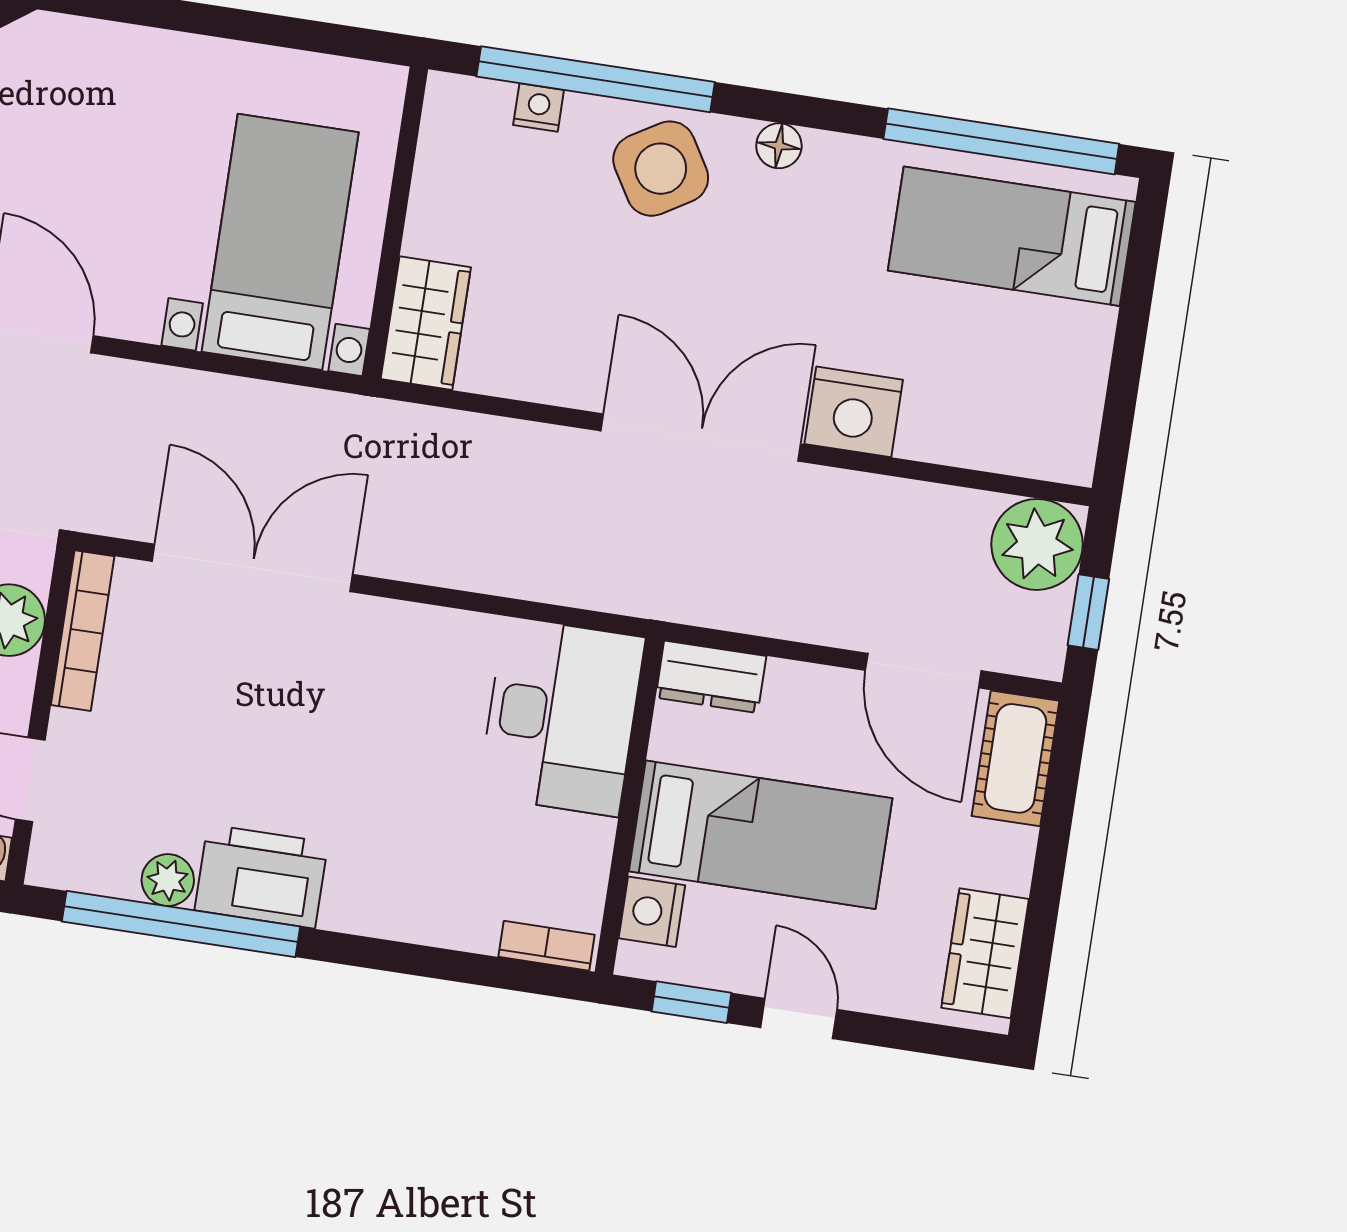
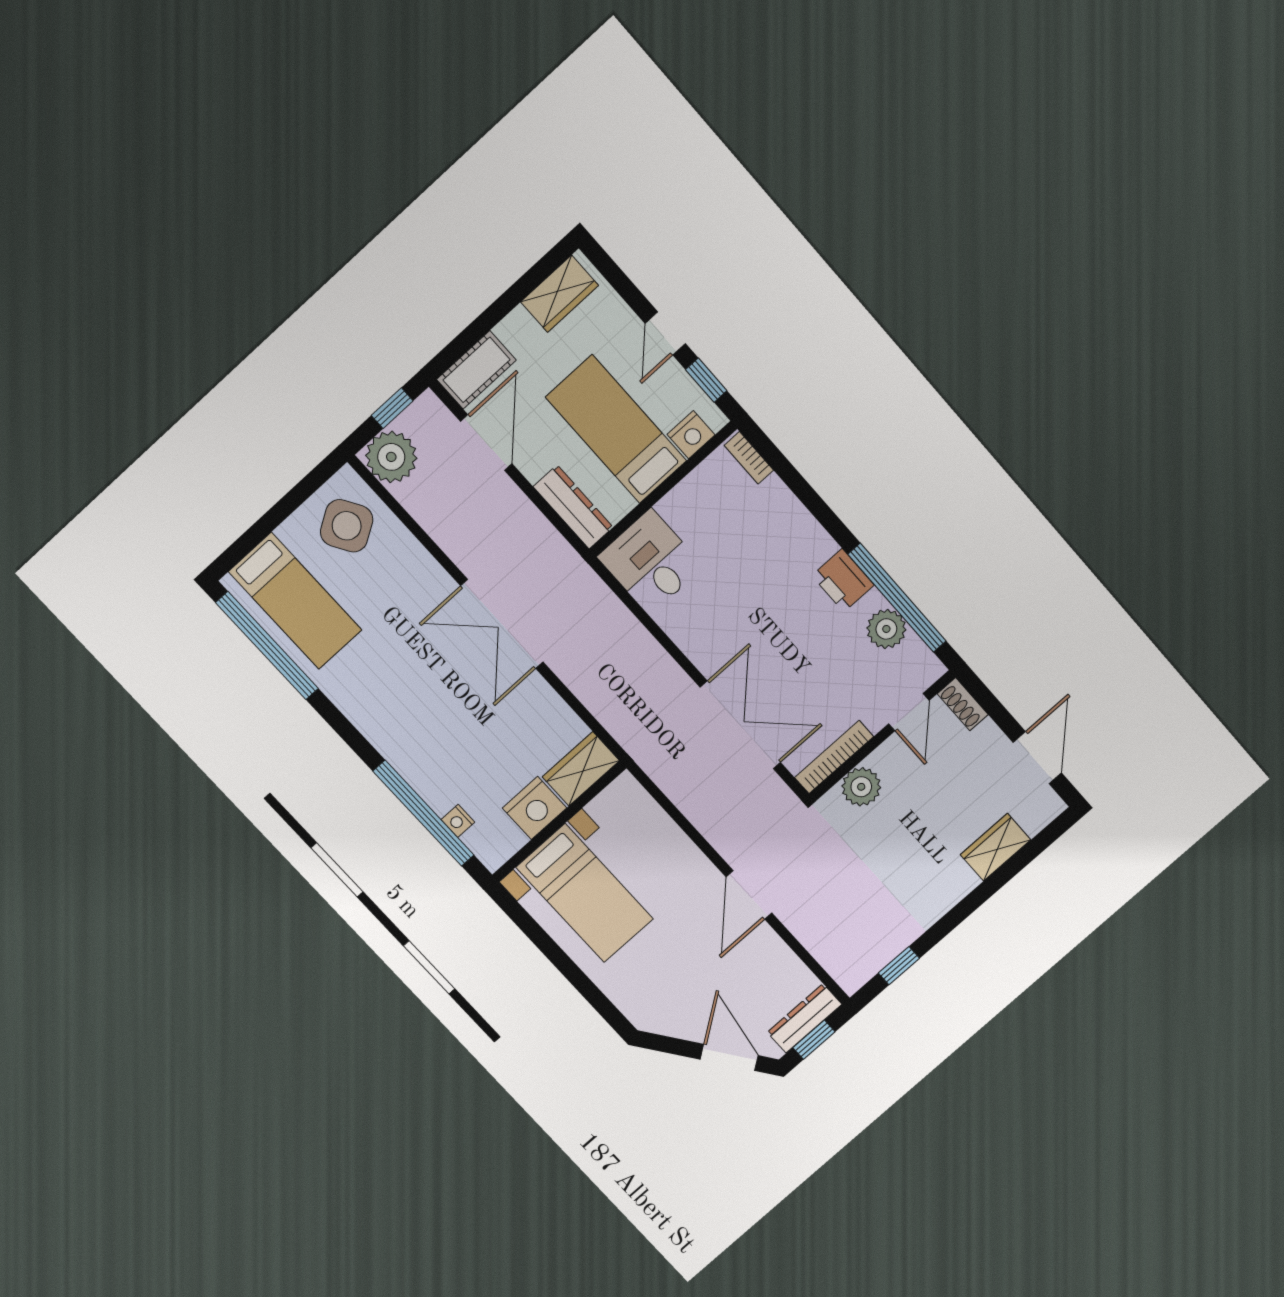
floor lamp: (779, 146) -> (367, 722), removed
side table: (661, 169) -> (347, 526), moved
bed with nightstands: (280, 242) -> (585, 893), moved, turned -90
nightstand: (854, 412) -> (534, 808), moved, turned 90
double door: (252, 568) -> (740, 725), swing flipped
dresser: (711, 677) -> (573, 507), width x1.44
desk: (561, 717) -> (650, 562), width x0.73
printer: (261, 876) -> (843, 580), width x0.73, depth x0.84
plant: (168, 880) -> (886, 629), width x1.38, depth x1.38

